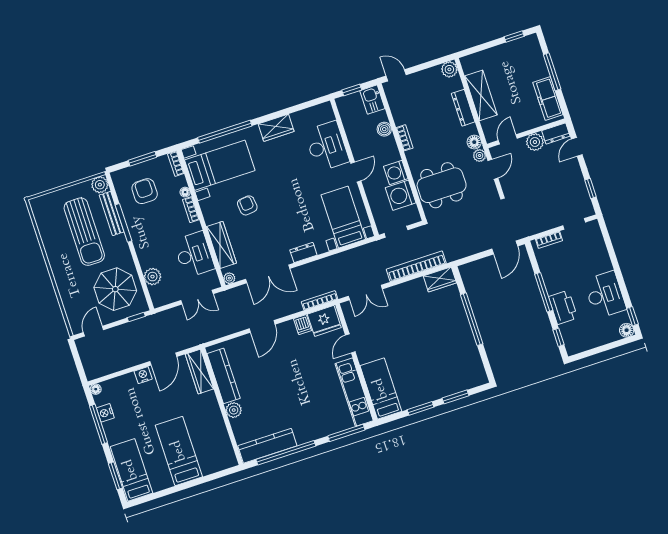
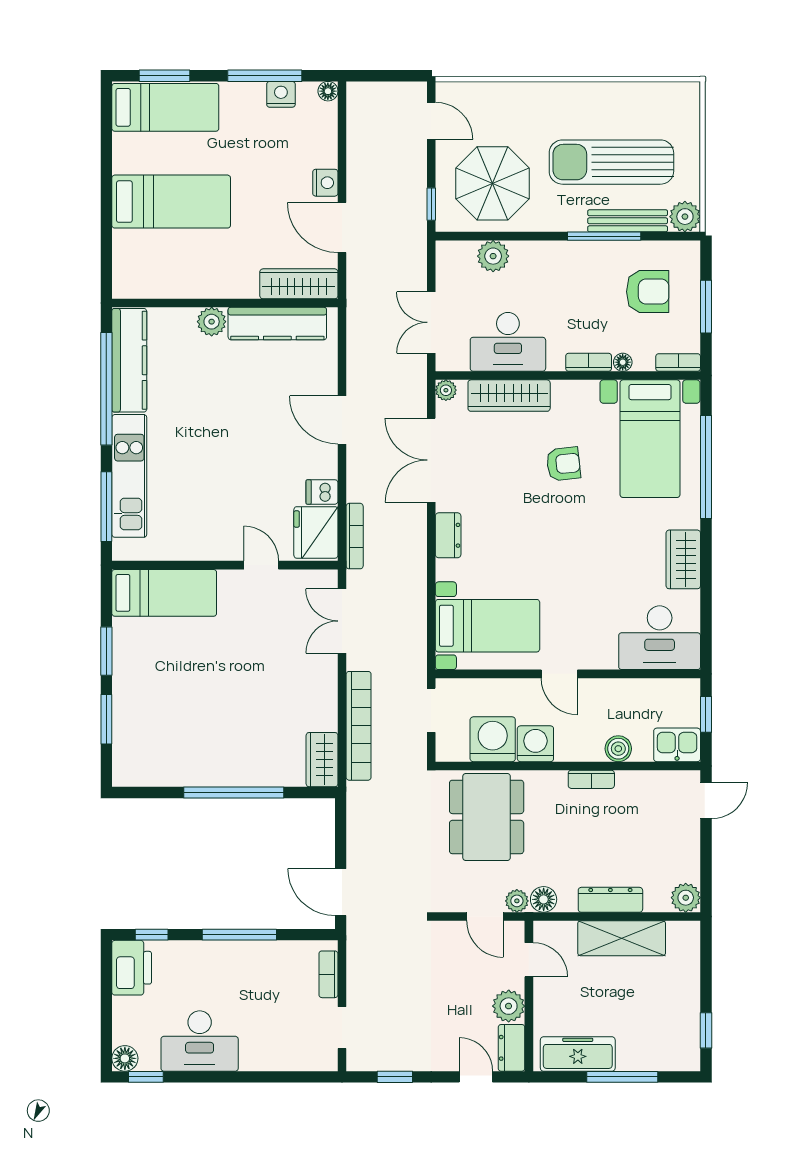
desk: (327, 146) -> (660, 638), moved
printer: (563, 307) -> (132, 968), moved, turned -90
kitchen unit: (354, 392) -> (129, 476), moved, turned 90

